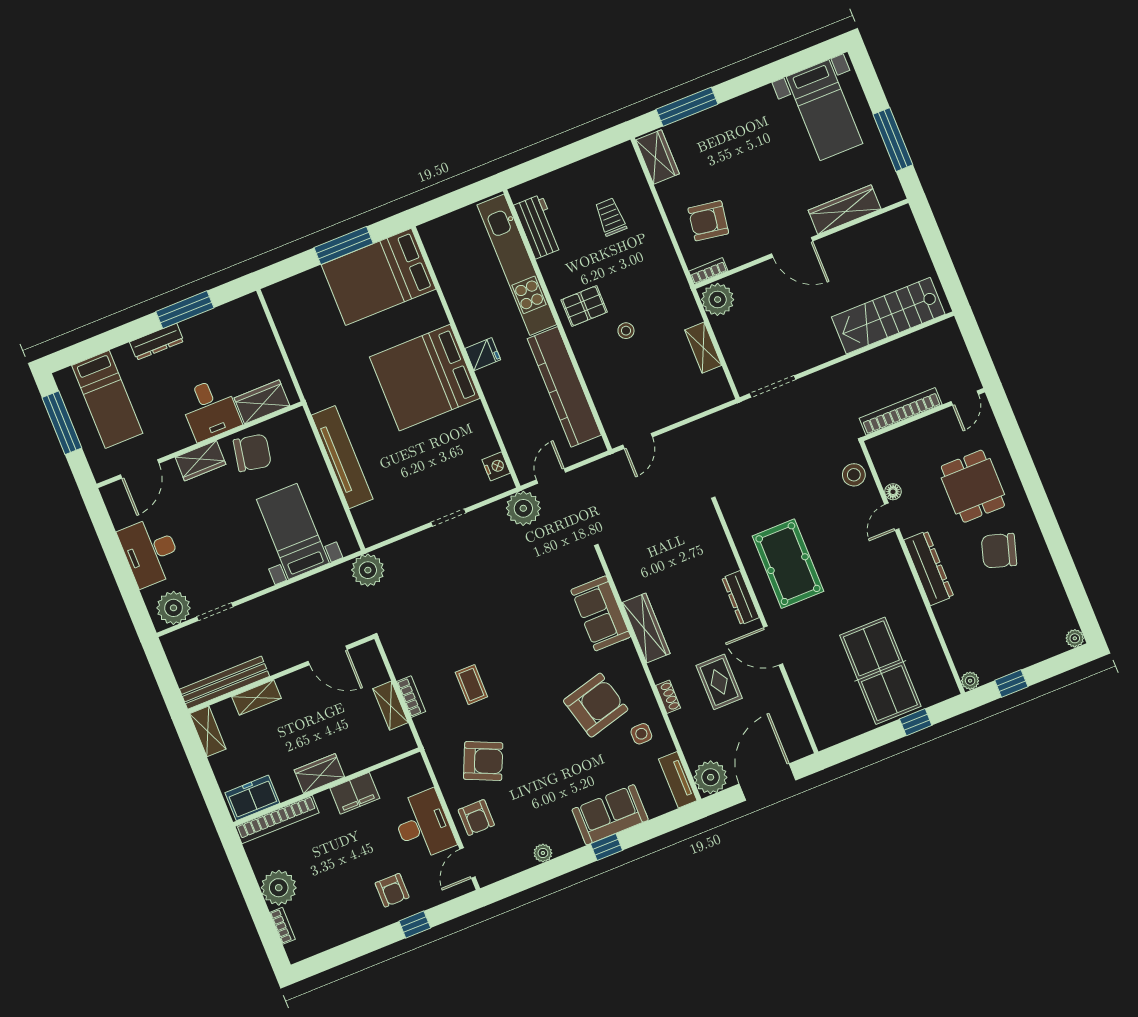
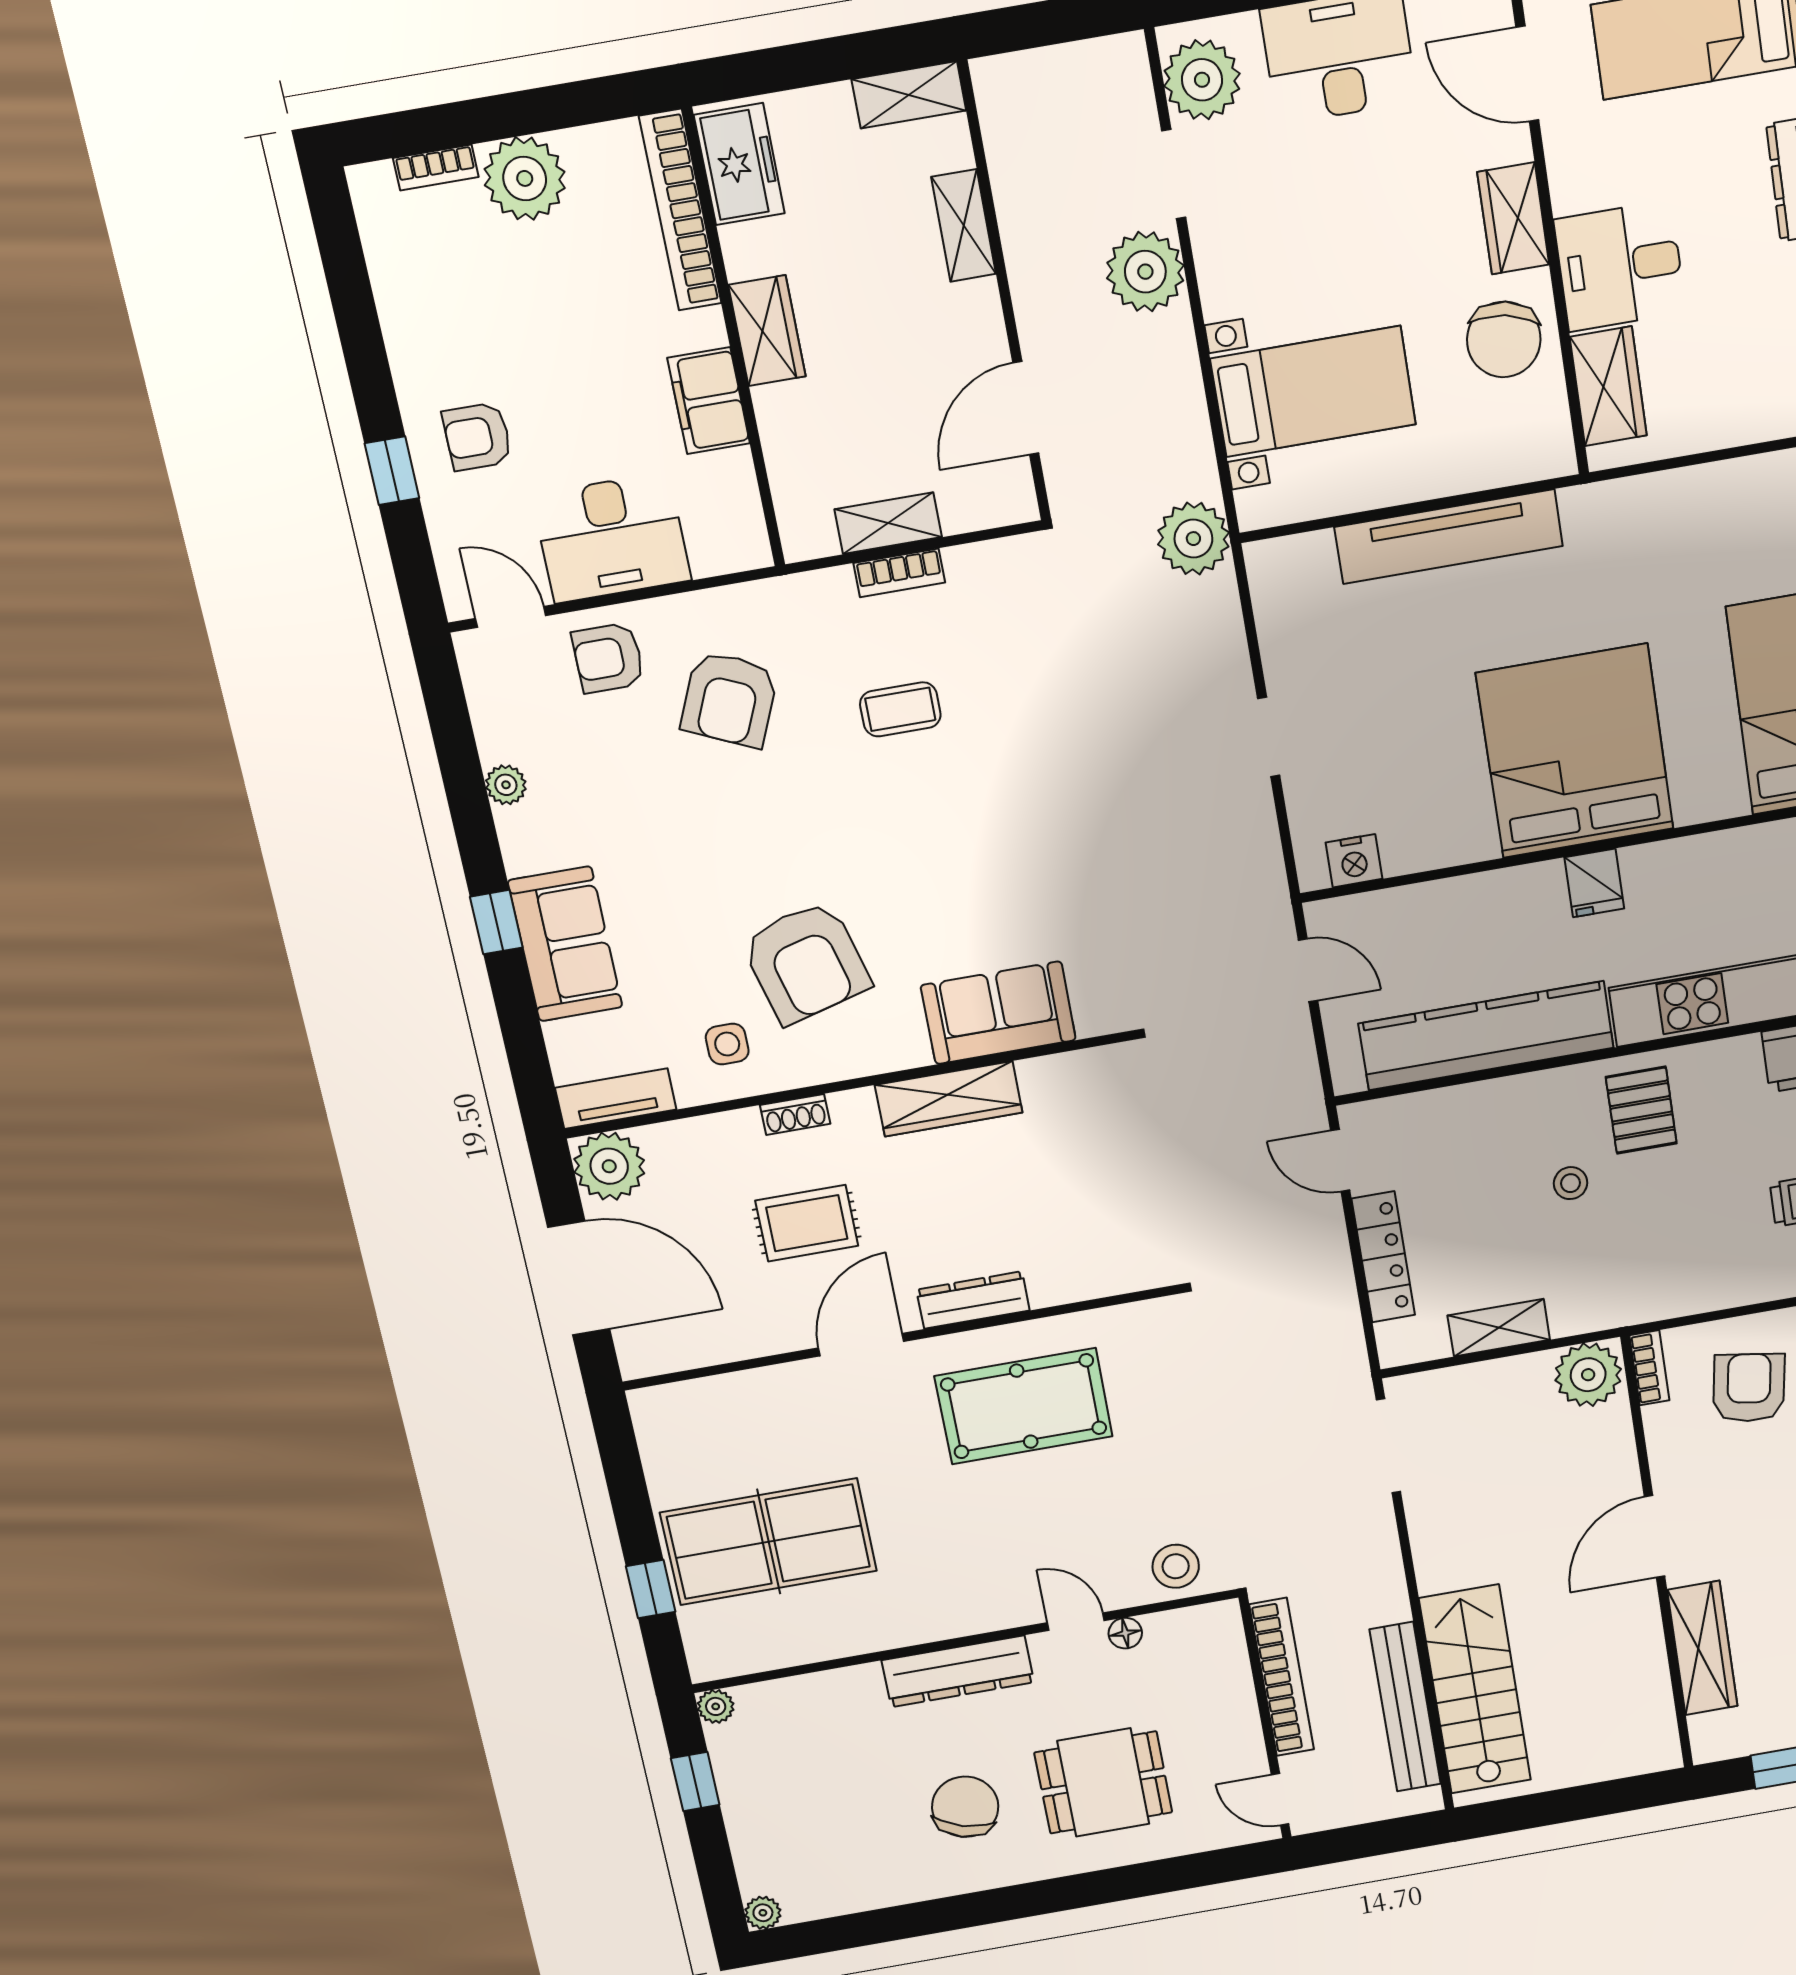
locker: (680, 410) -> (1383, 1257), added
plant: (523, 508) -> (1145, 272), moved
bench: (225, 683) -> (1405, 1707), moved

